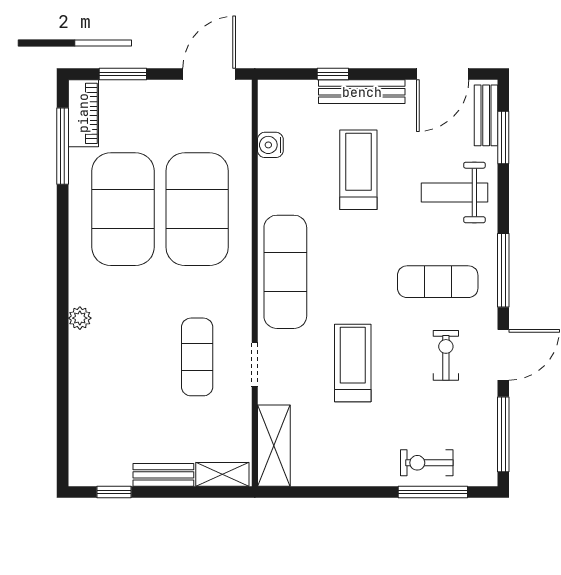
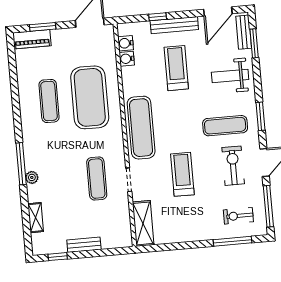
piano: (83, 113) -> (32, 39), moved, turned 90
water cooler: (271, 117) -> (126, 43), added
window: (63, 146) -> (21, 164), moved
exercise mat: (123, 209) -> (49, 101), width x0.50, depth x0.69
window: (503, 270) -> (261, 116), width x0.69
plant: (80, 318) -> (32, 177), moved
exercise bike: (446, 355) -> (233, 166), width x1.38, depth x1.39
exercise bike: (427, 463) -> (238, 216), moved
shelving: (222, 474) -> (36, 218), moved, turned 90

